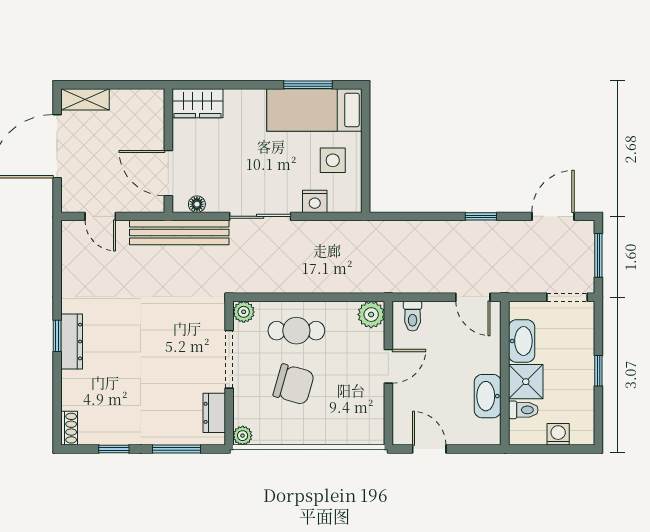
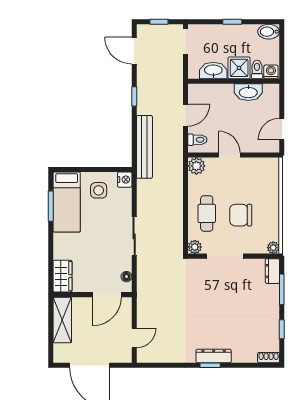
shelving: (85, 99) -> (62, 320), moved, width x1.50, depth x1.33
nightstand: (315, 201) -> (125, 180), moved
bench: (179, 232) -> (144, 147), moved
window: (598, 255) -> (159, 22), width x0.67
door: (473, 297) -> (186, 115), moved
chair: (294, 384) -> (241, 215), turned -106
dresser: (214, 413) -> (272, 271), moved, turned 90
bidet: (583, 428) -> (269, 32), added
washing machine: (558, 434) -> (271, 72), moved, turned 90

